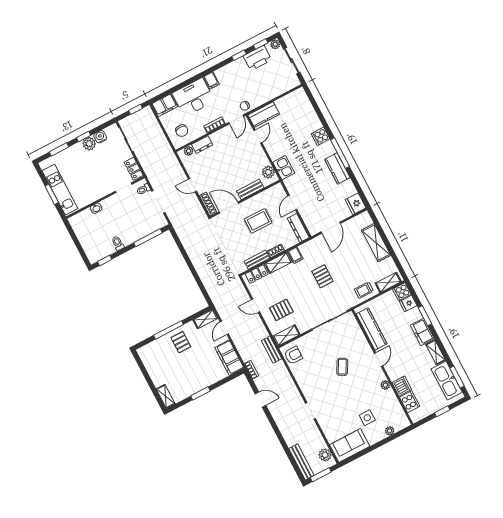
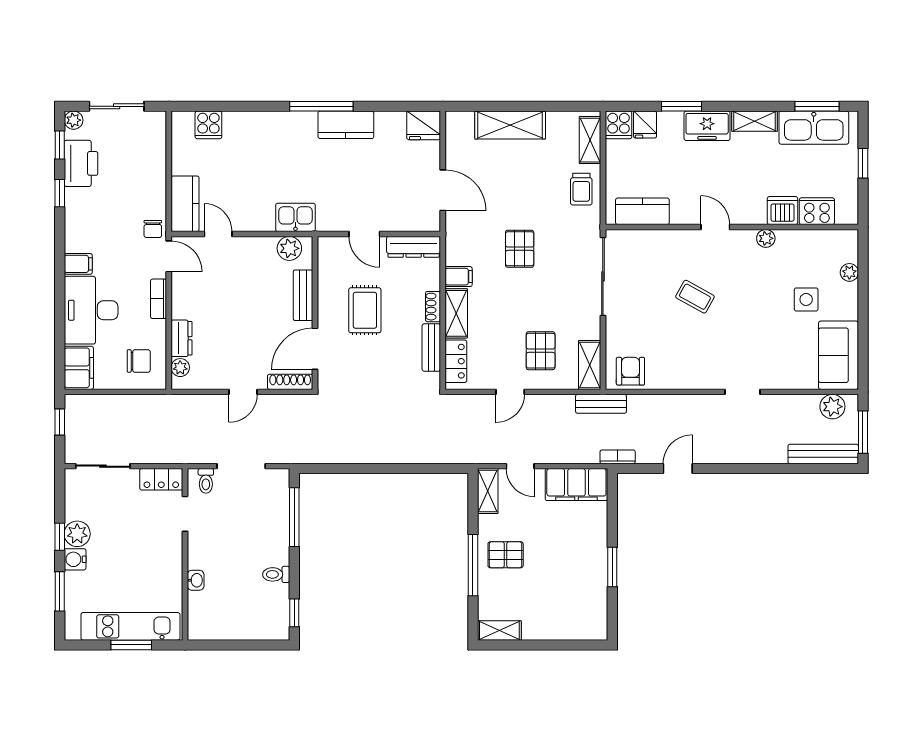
cooker: (321, 136) -> (208, 125), moved
water cooler: (100, 137) -> (75, 559), moved
pallet: (322, 276) -> (520, 249), turned 90
kitchen counter: (372, 329) -> (642, 211), width x0.67
shelving: (166, 396) -> (499, 630), moved

